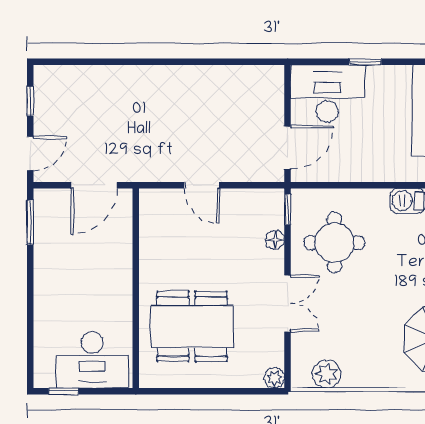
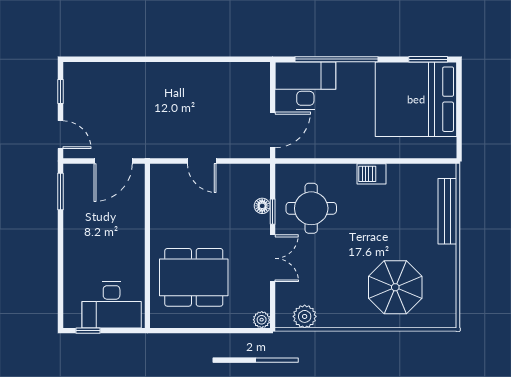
window: (365, 62) -> (337, 59), width x3.17
door: (30, 153) -> (60, 135), hinge flipped
window: (288, 209) -> (273, 212), moved

